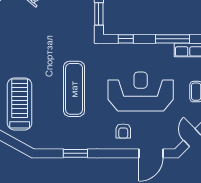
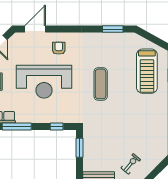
exercise mat: (74, 89) -> (101, 84), width x0.73, depth x0.69
window: (75, 153) -> (113, 29), moved

